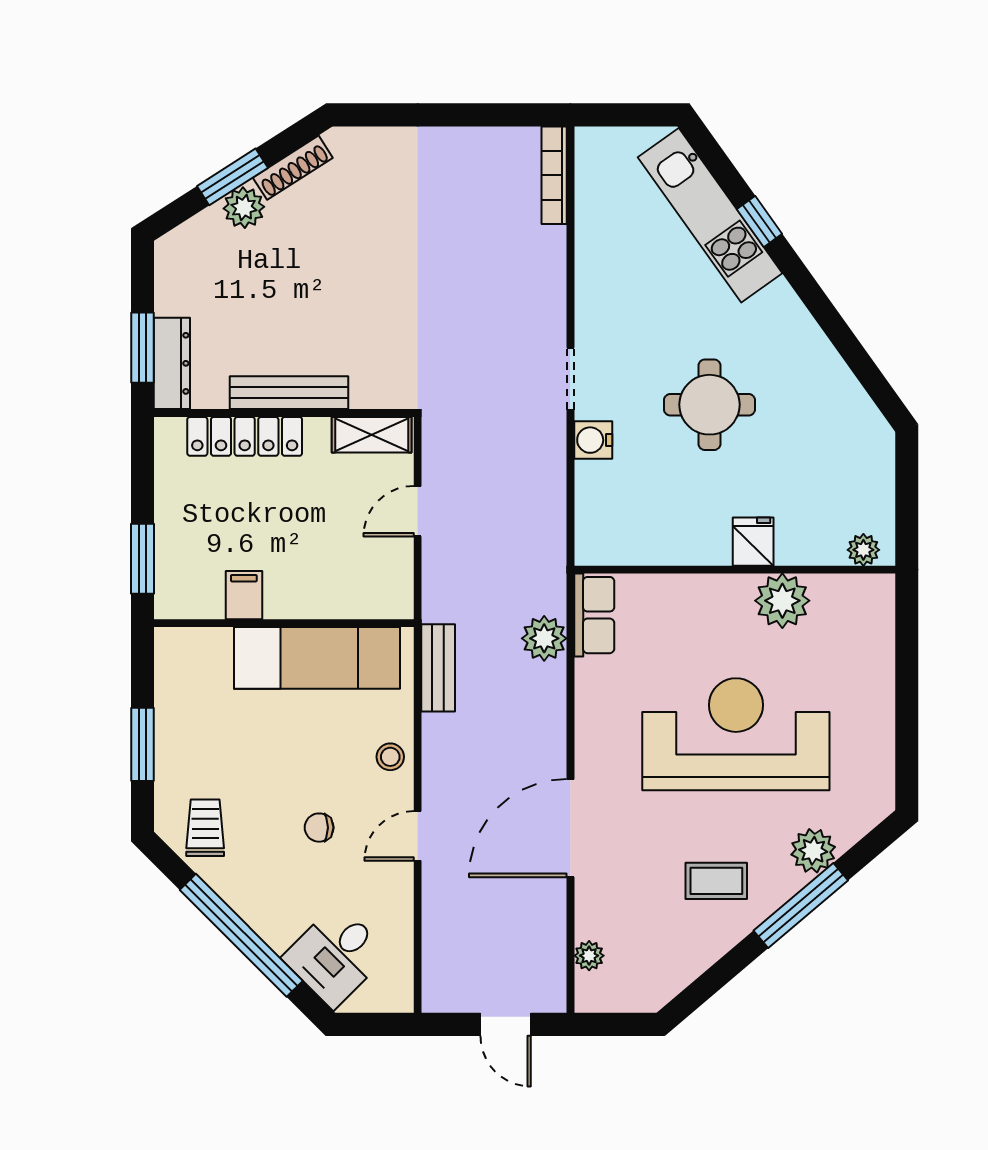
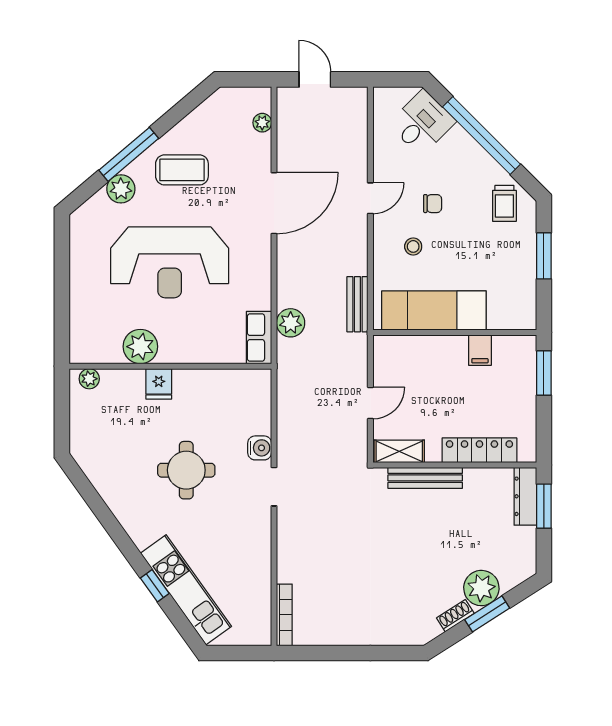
shoe rack: (293, 168) -> (455, 616), width x0.70
plant: (244, 208) -> (481, 588), width x1.36, depth x1.36
bench: (289, 393) -> (425, 478), moved
stool: (390, 757) -> (413, 246), moved
coffee table: (716, 881) -> (182, 170), width x1.36, depth x1.30

